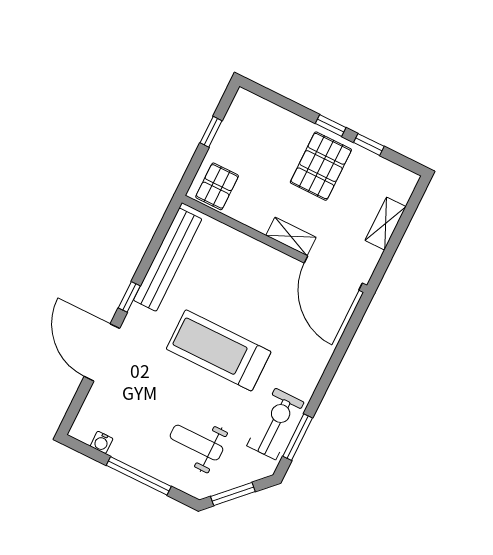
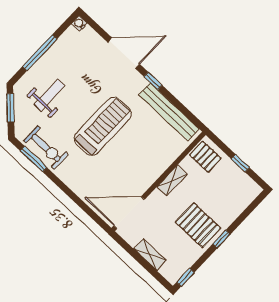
window: (369, 144) -> (185, 277), moved
shelving: (291, 236) -> (172, 180), moved
water cooler: (102, 442) -> (79, 24), moved

